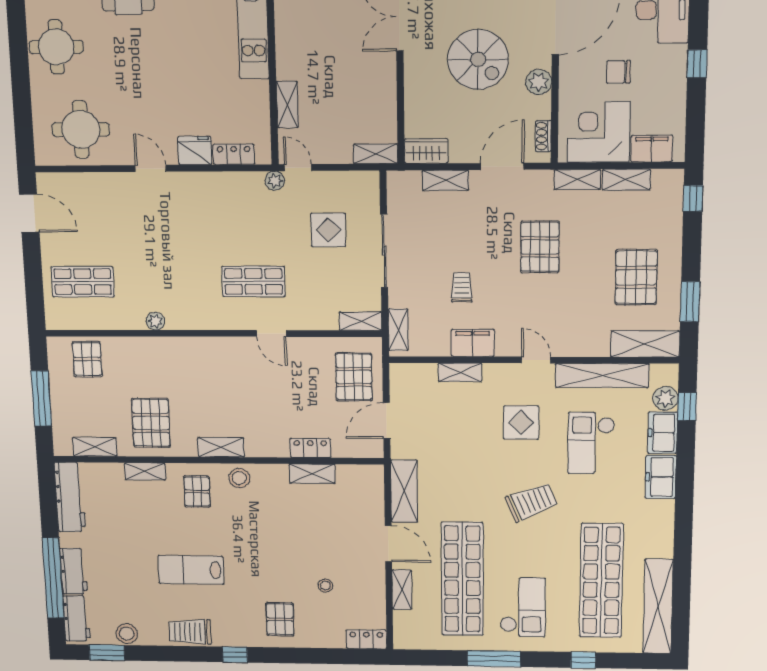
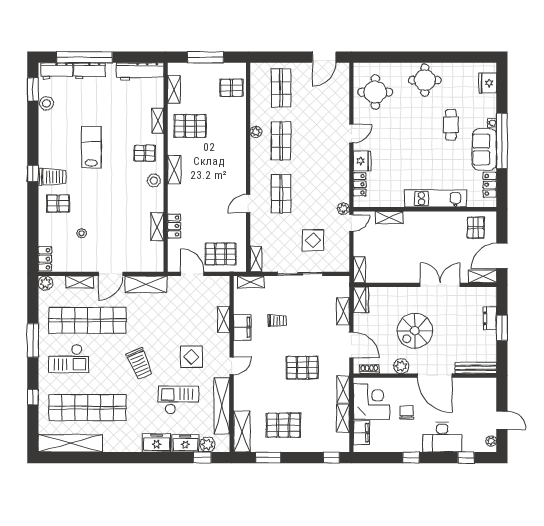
shop shelf: (168, 282) -> (281, 141), added
trolley: (190, 632) -> (53, 177), moved, turned 90
plant: (404, 639) -> (45, 283), added

